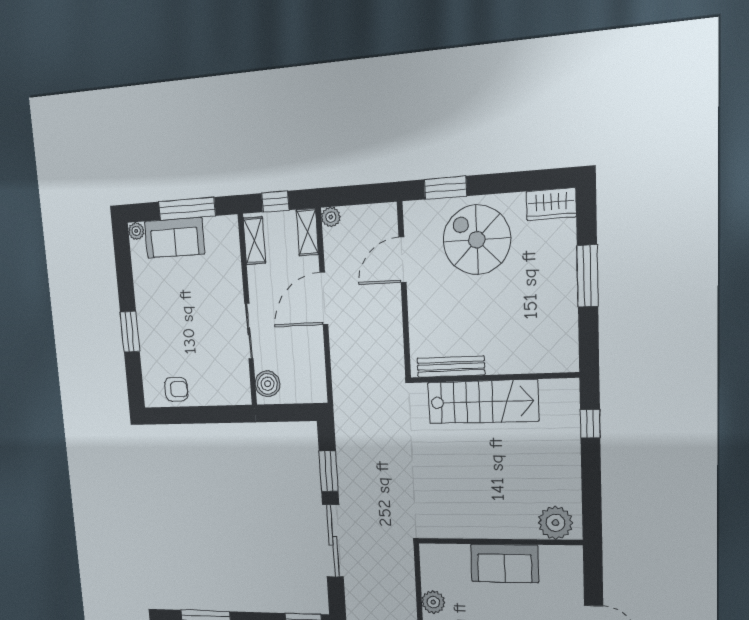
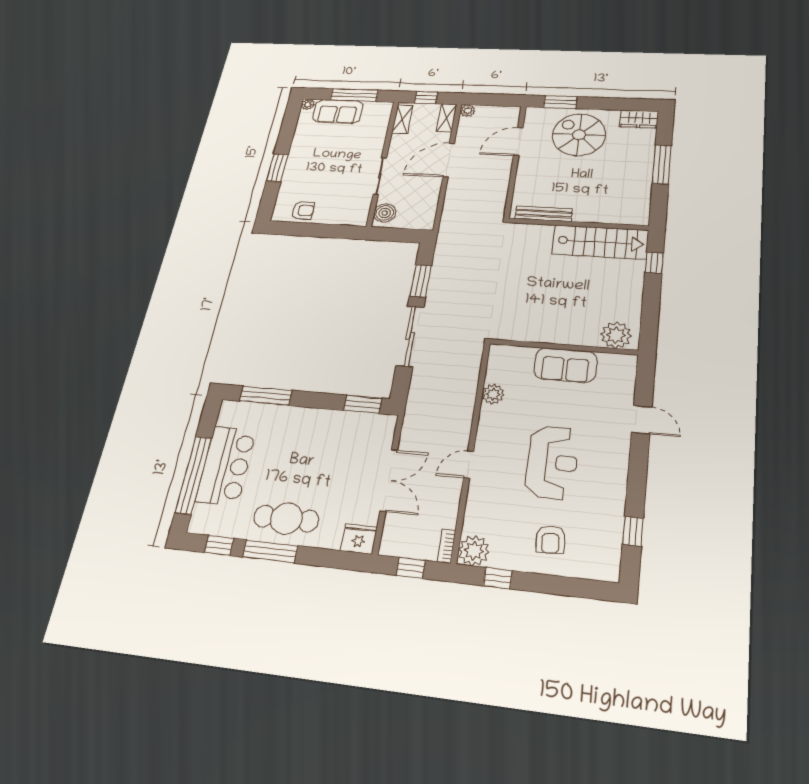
stairs: (483, 402) -> (600, 242), moved

